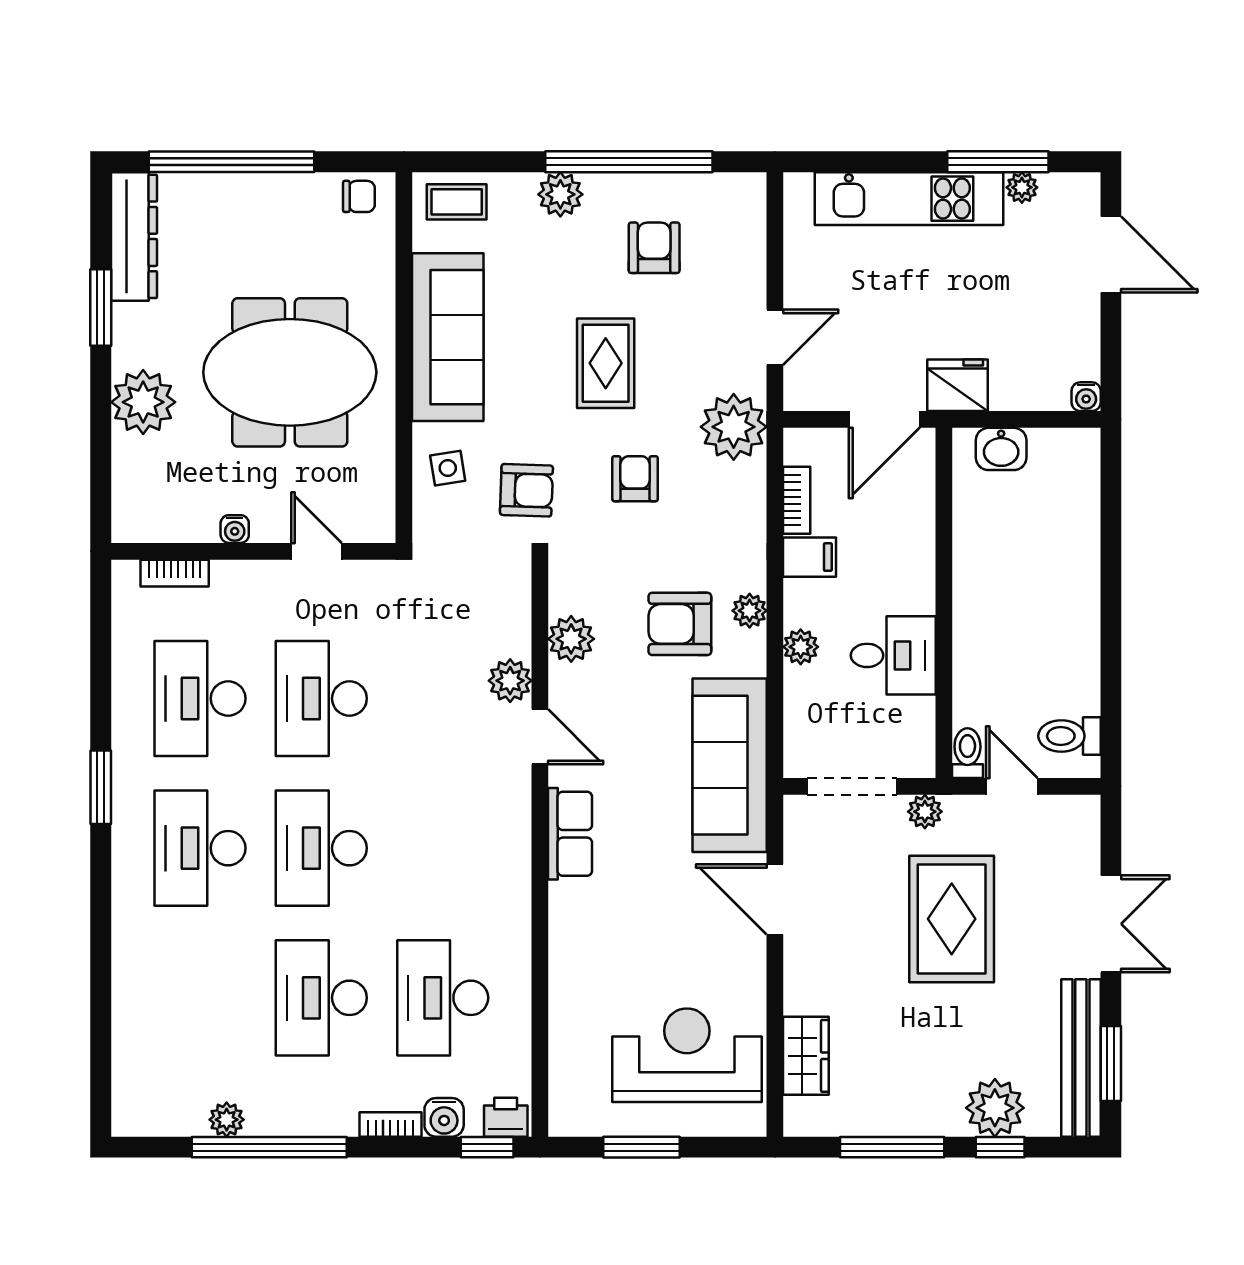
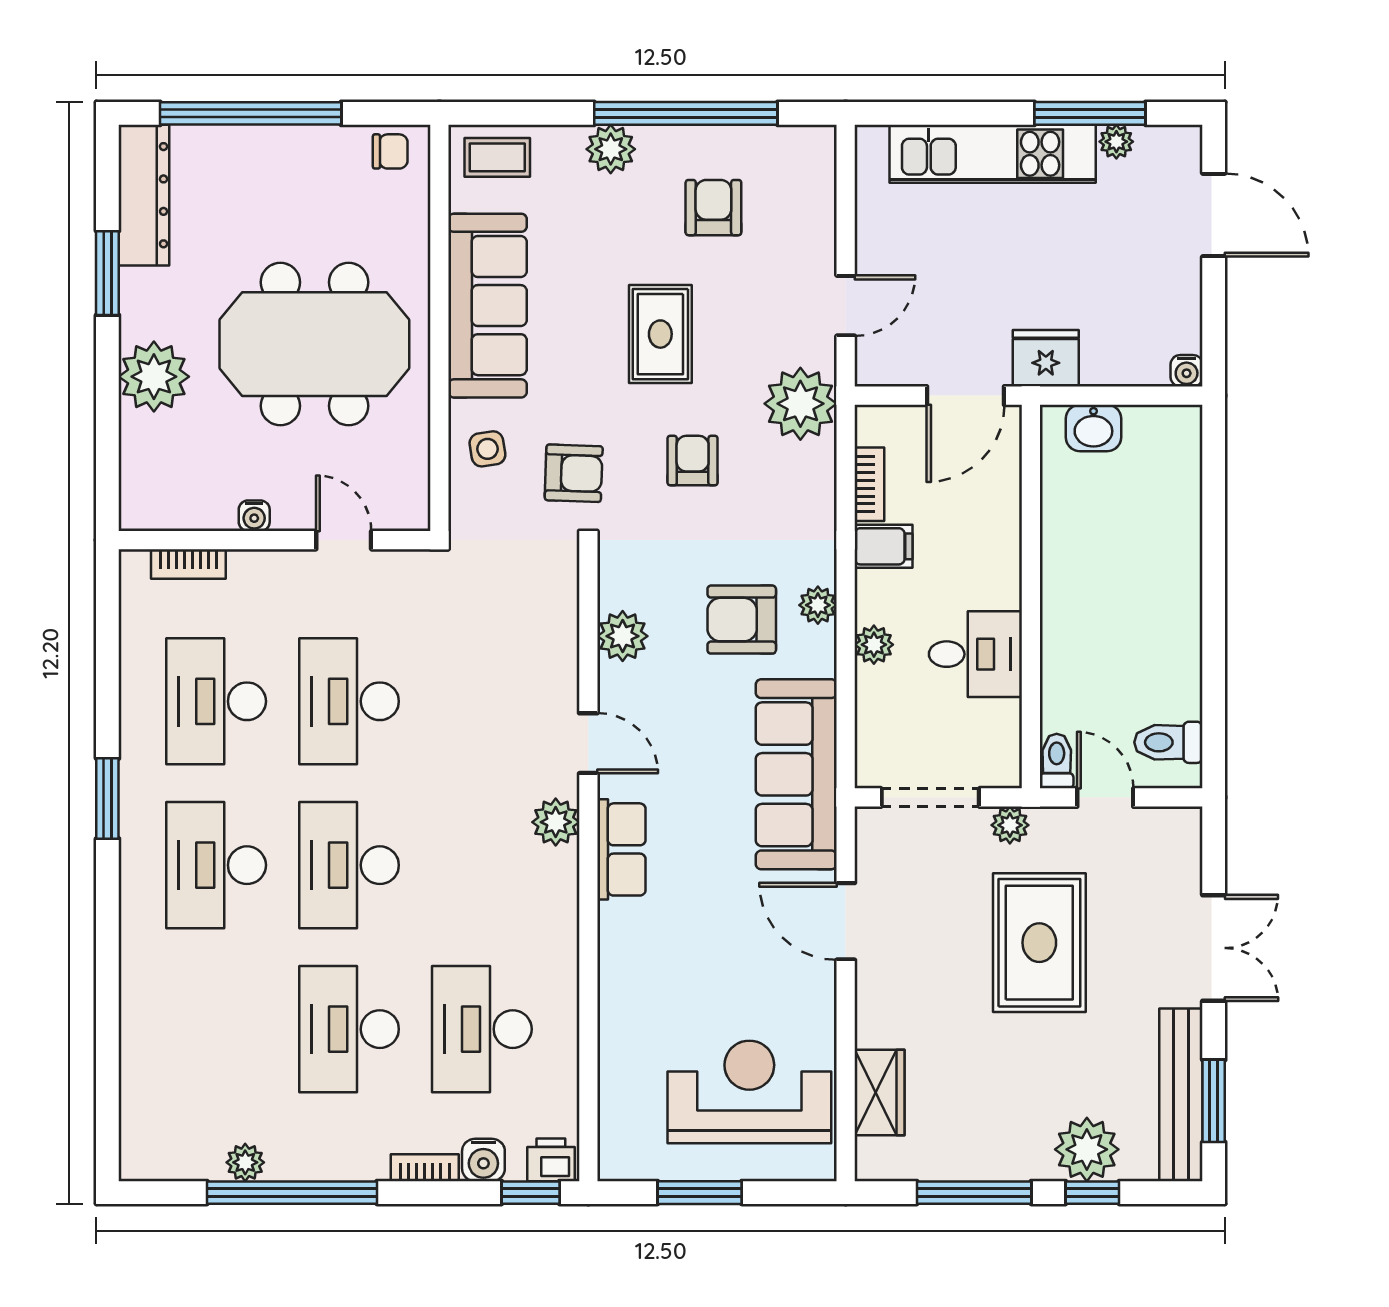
plant: (510, 681) -> (556, 822), moved

